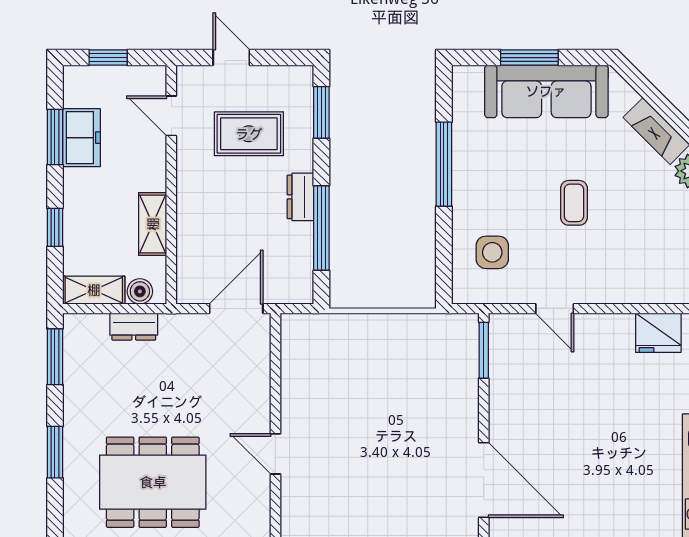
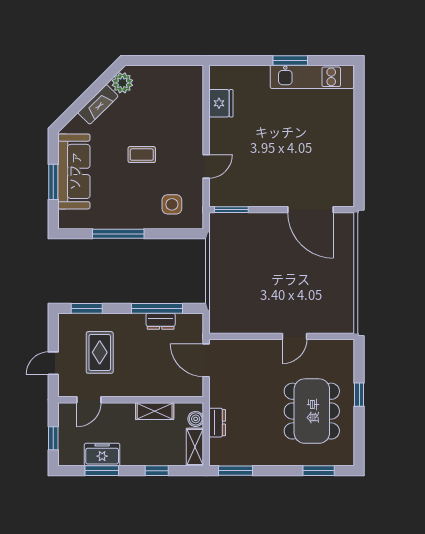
dresser: (300, 197) -> (161, 321), moved
window: (55, 452) -> (319, 471), moved
door: (484, 480) -> (311, 210), swing flipped

